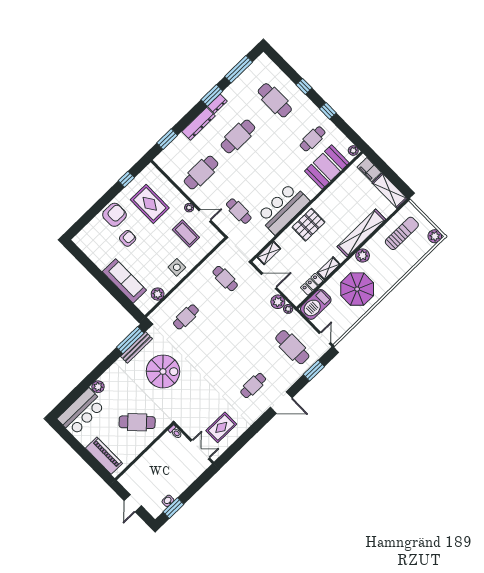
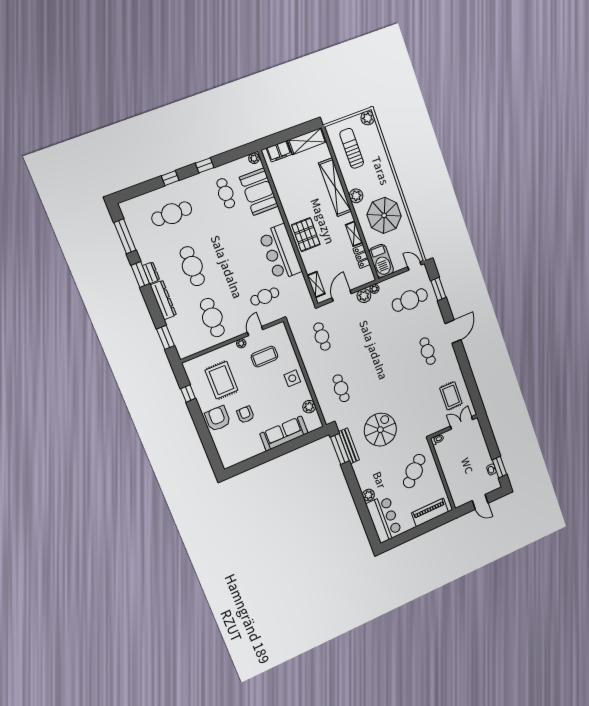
rug: (150, 204) -> (222, 380), turned 90
cafe table: (225, 279) -> (322, 337), turned 90

